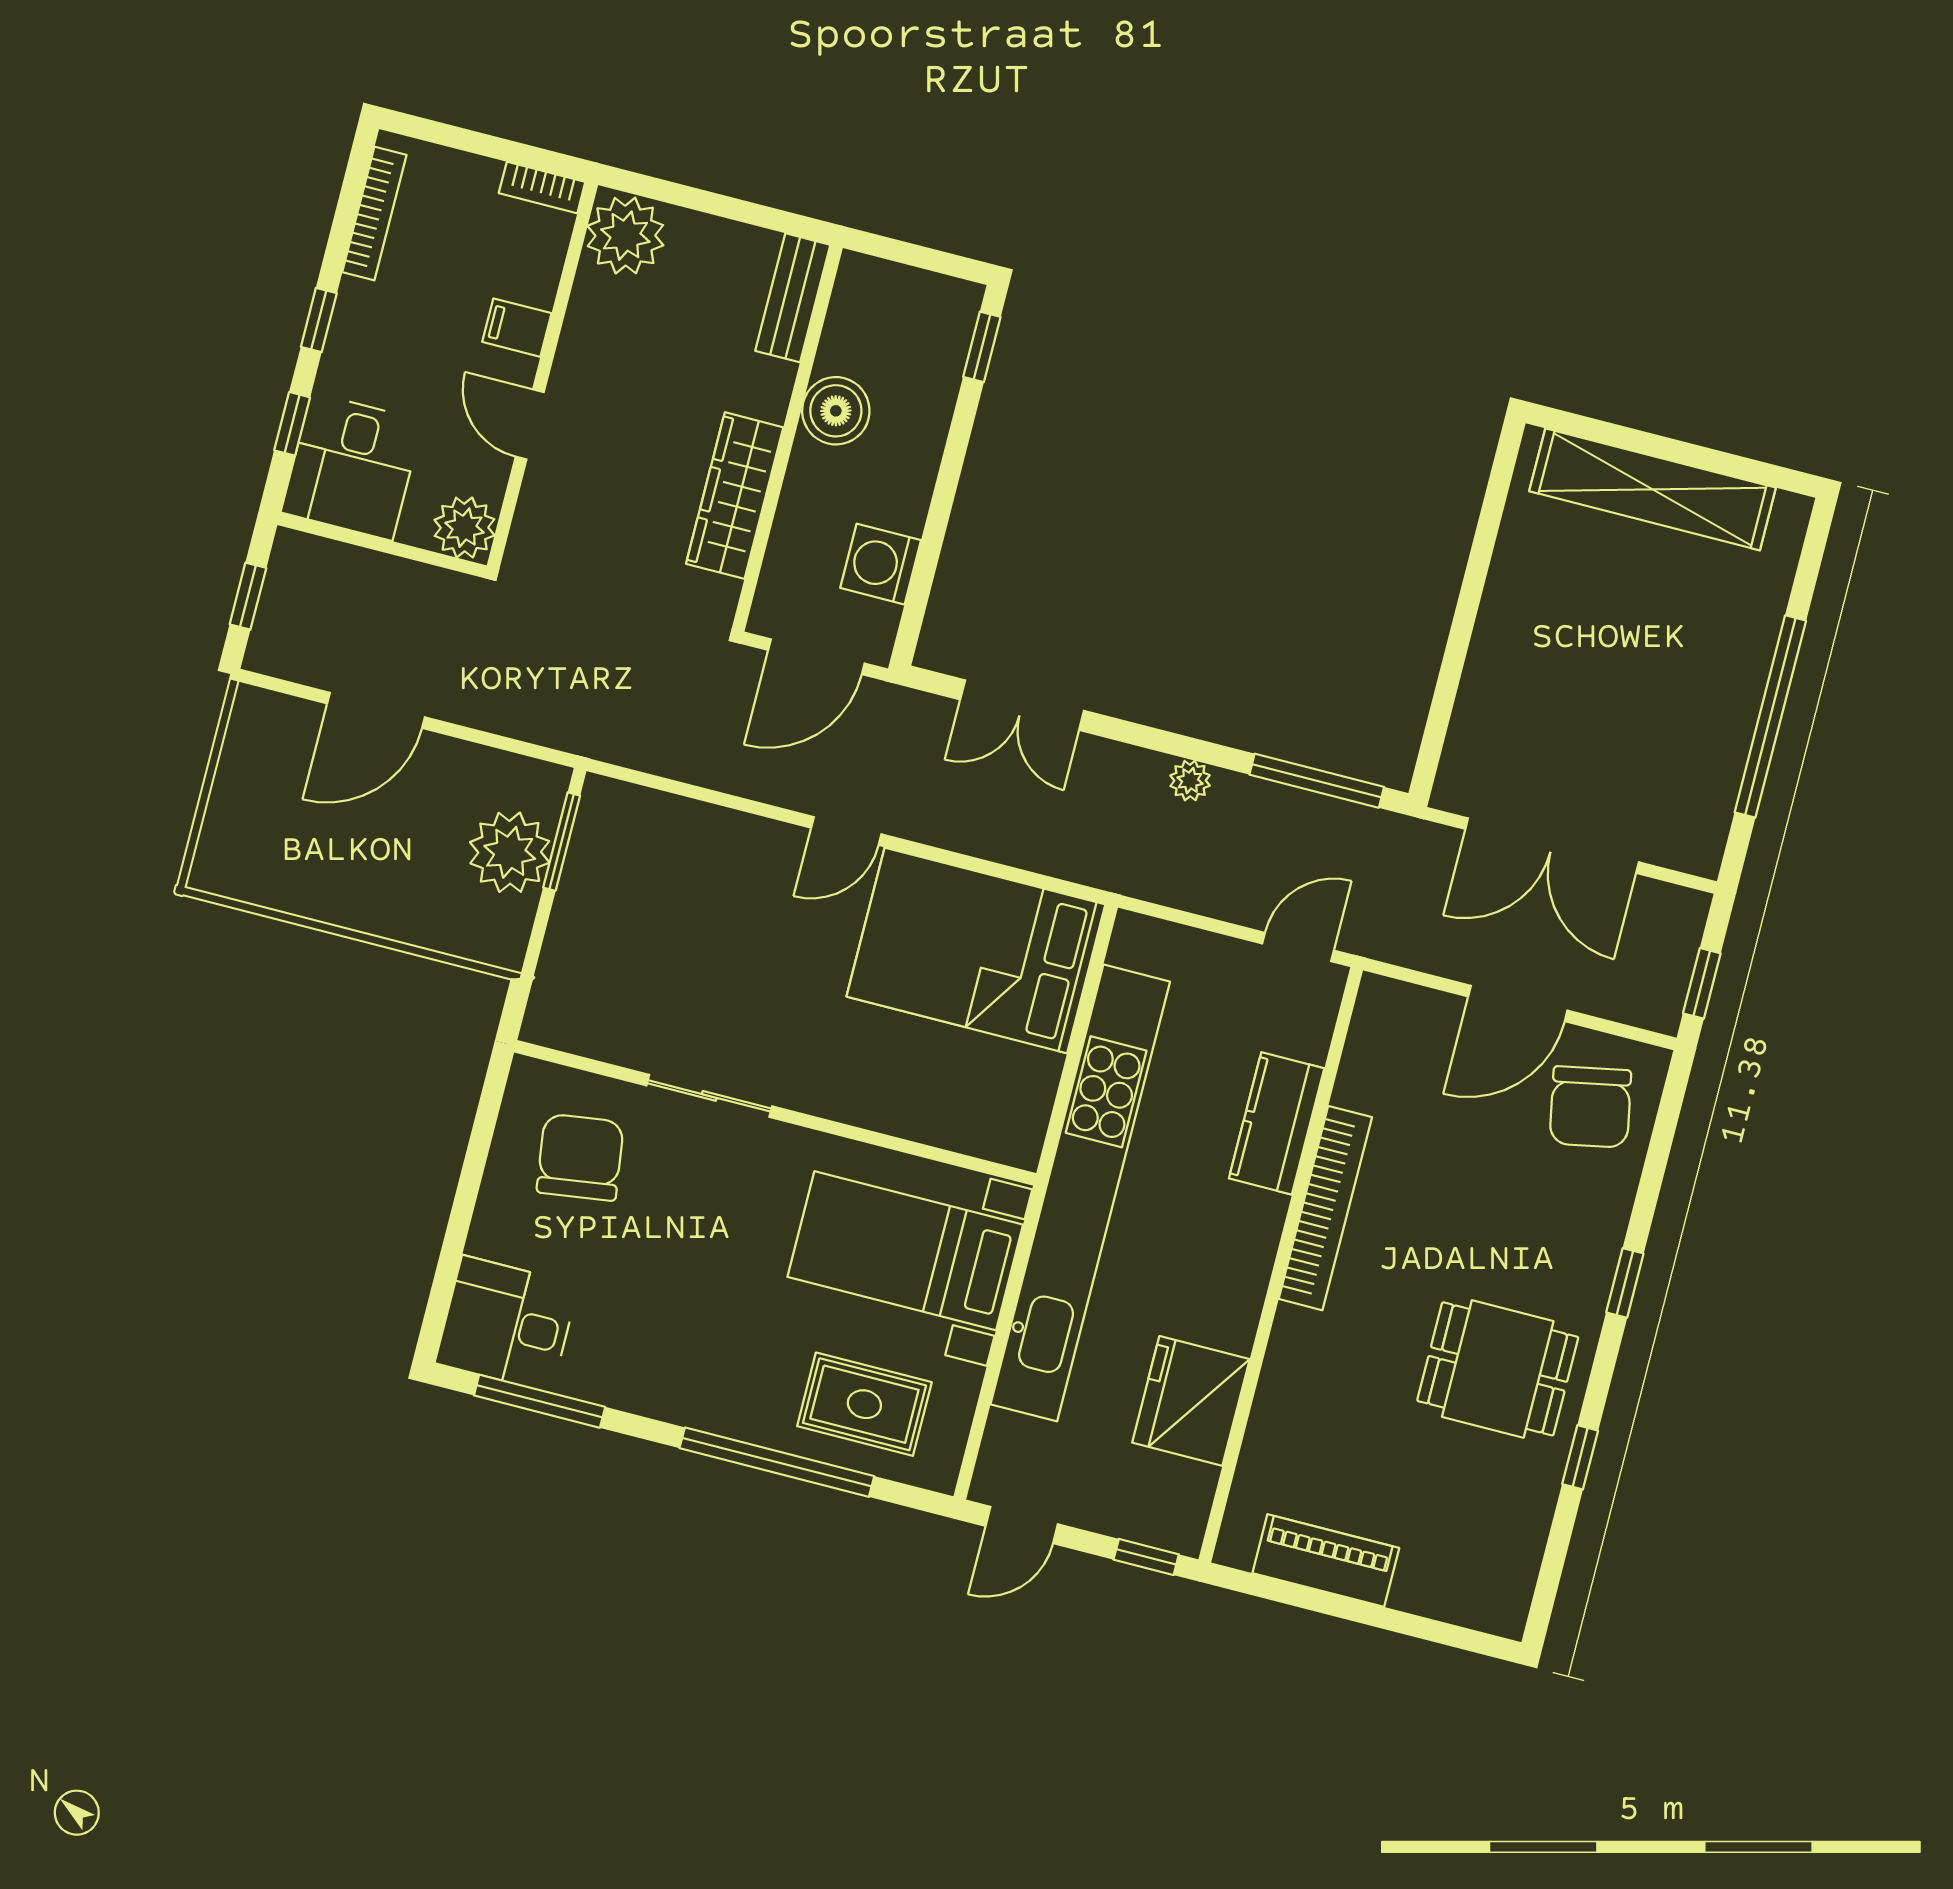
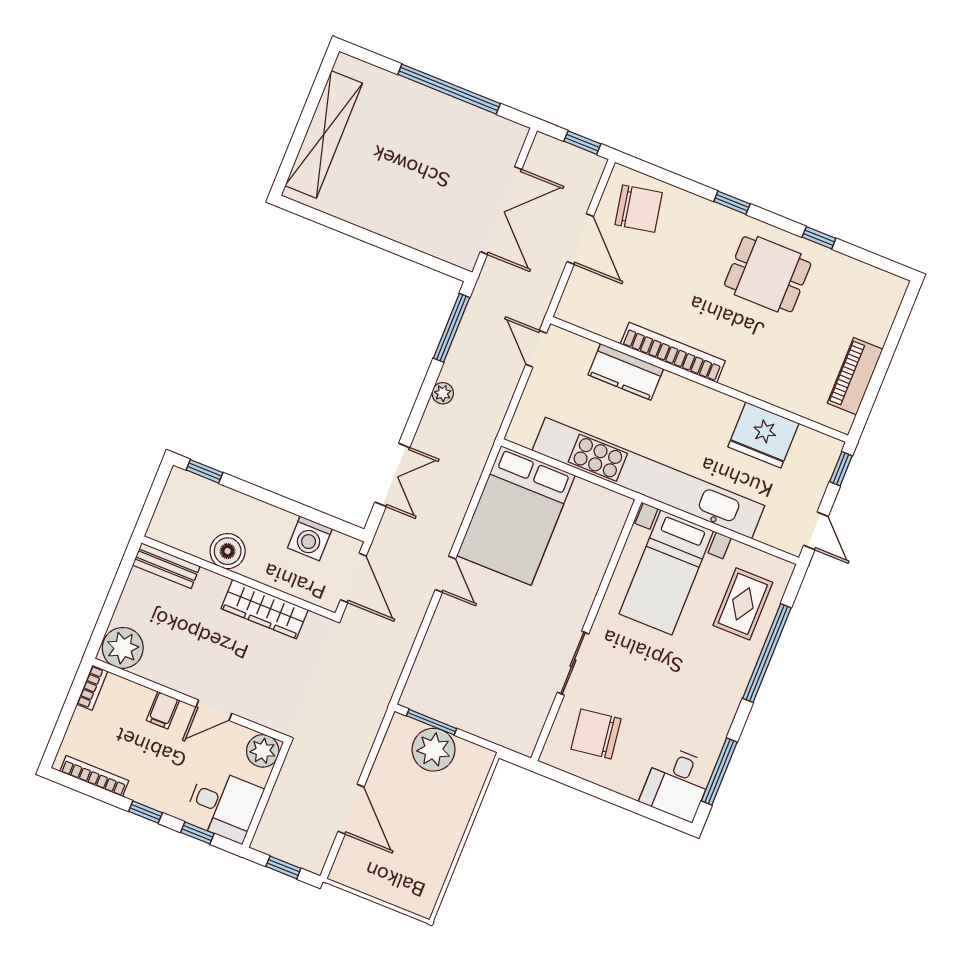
dining table: (1498, 1369) -> (768, 274), turned 90

